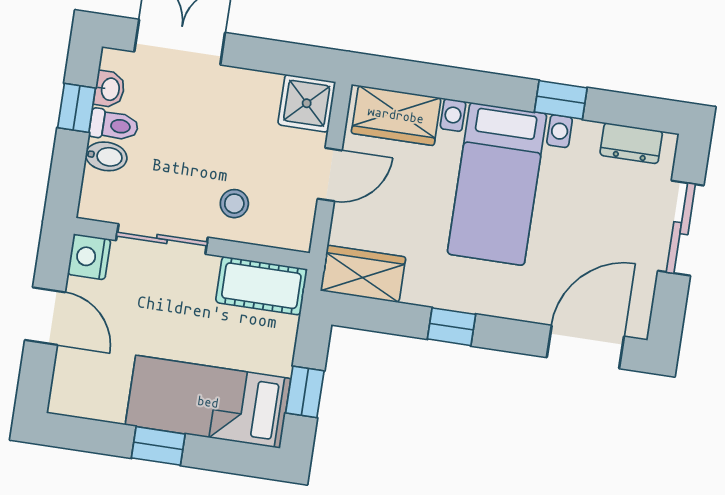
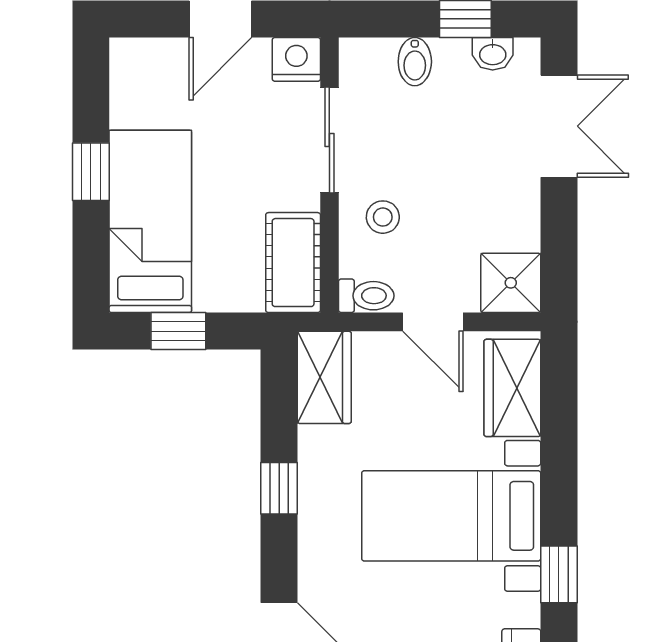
toilet: (114, 125) -> (366, 296), moved, turned -90

